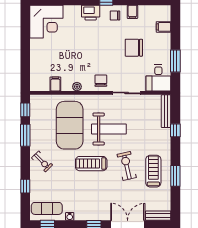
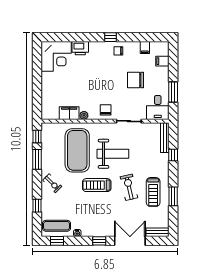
filing cabinet: (132, 12) -> (145, 47), moved
printer: (91, 13) -> (80, 48), moved
filing cabinet: (55, 84) -> (69, 113), width x2.00
treadmill: (153, 171) -> (153, 192), turned 180

